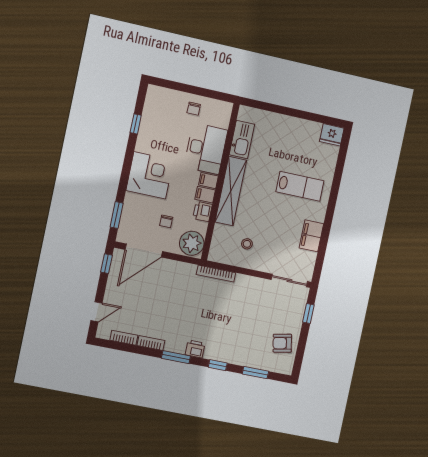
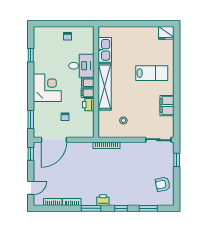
desk: (206, 149) -> (81, 66), width x0.73
plant: (192, 243) -> (85, 128), removed

